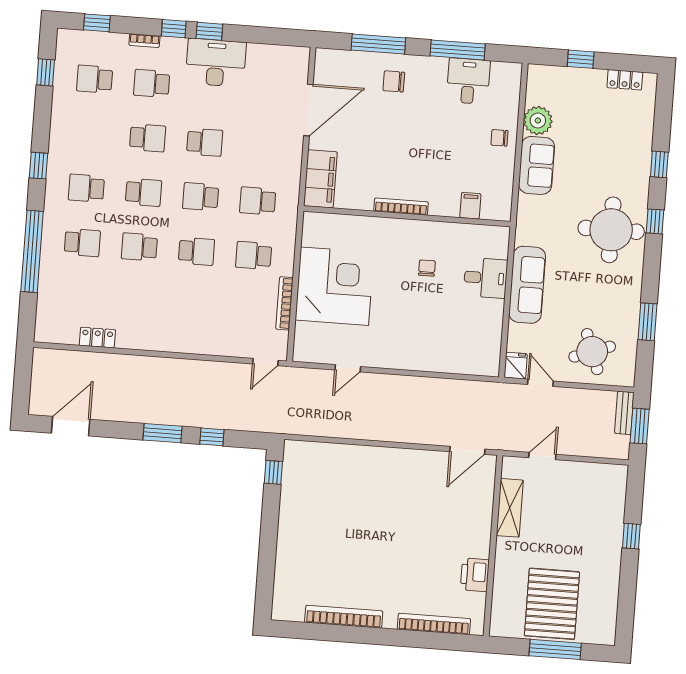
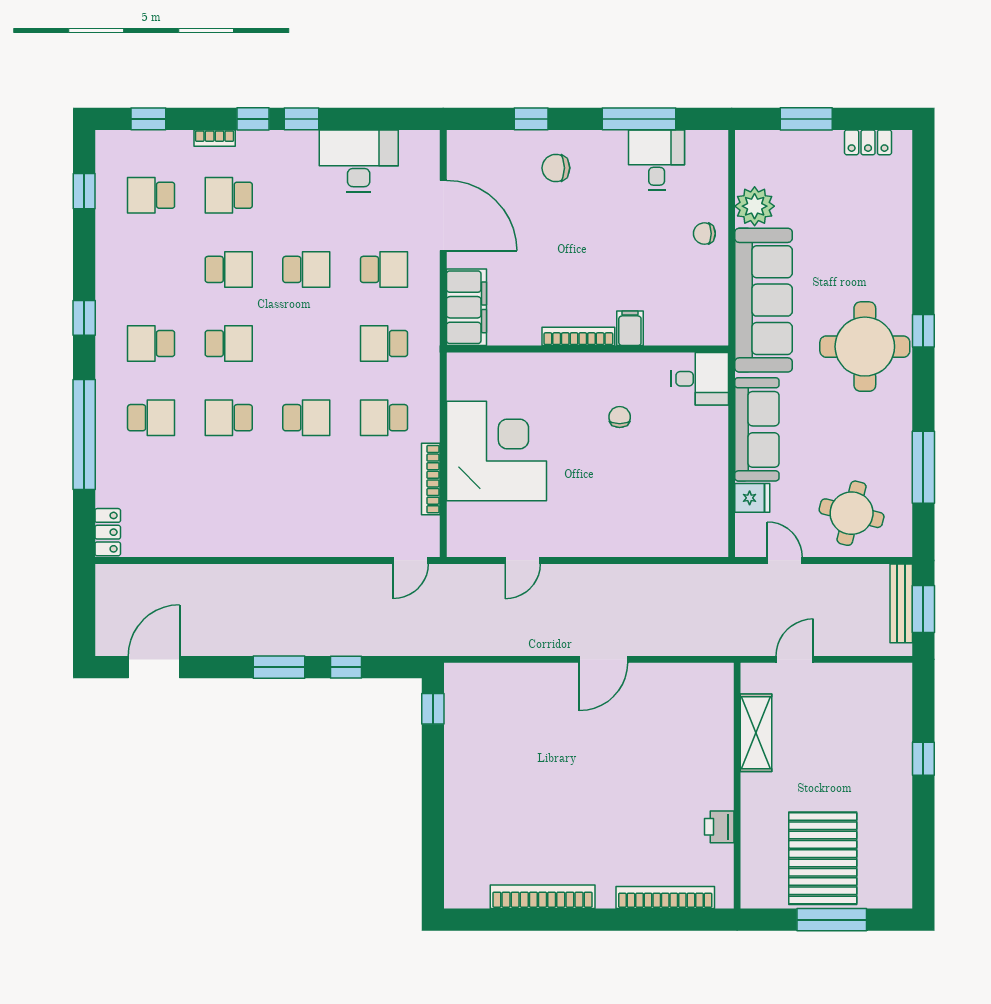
window: (378, 44) -> (531, 119), width x0.46
window: (581, 59) -> (806, 119), width x1.50
desk: (216, 63) -> (359, 161), moved
door: (308, 110) -> (443, 215), hinge flipped
window: (659, 164) -> (923, 253), removed
sofa: (537, 165) -> (764, 300), width x1.85, depth x1.27
school desk: (201, 197) -> (384, 269), moved, turned 180
filing cabinet: (470, 206) -> (630, 328), moved
desk: (486, 278) -> (700, 379), moved
window: (647, 322) -> (923, 467), width x1.44
locker: (97, 338) -> (108, 532), moved, turned 90
round table: (592, 352) -> (852, 513), turned 34
fridge: (516, 366) -> (752, 498), moved, turned 90
bench: (624, 413) -> (901, 603), width x1.36
door: (467, 450) -> (604, 659), moved
printer: (475, 575) -> (719, 827), width x0.73, depth x0.81

